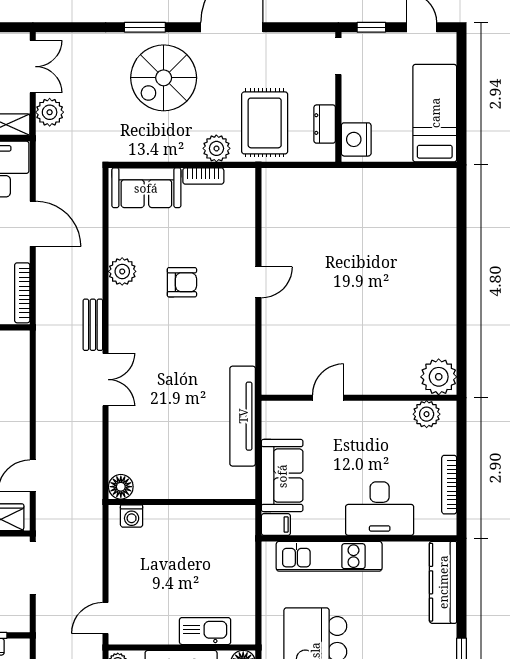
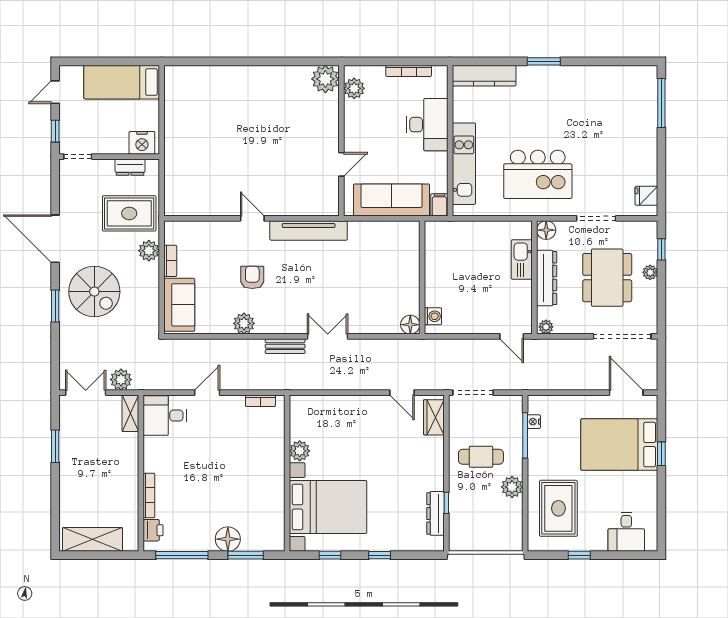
door: (33, 224) -> (207, 393), width x0.73
bookcase: (22, 293) -> (260, 401), width x0.64
door: (328, 398) -> (341, 164), swing flipped
tv unit: (243, 416) -> (309, 230), moved
sofa: (282, 476) -> (392, 200), width x1.36

